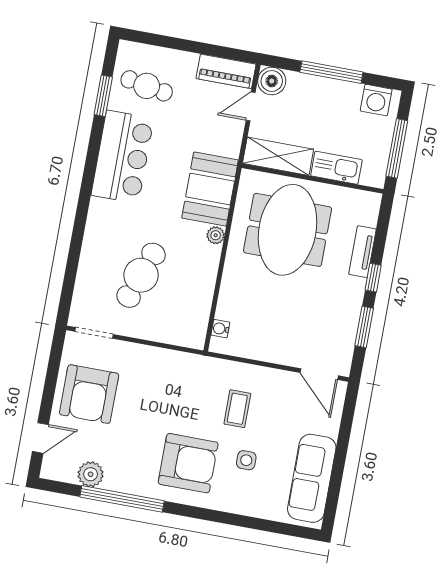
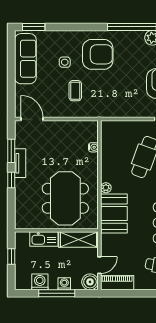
washing machine: (316, 86) -> (64, 284), added
washing machine: (376, 100) -> (40, 282), moved
window: (397, 148) -> (11, 256), width x0.46
tv unit: (362, 252) -> (20, 163), moved
water cooler: (220, 329) -> (93, 147), moved
armchair: (188, 463) -> (98, 54), turned 180
window: (288, 529) -> (34, 27), added

